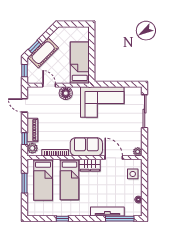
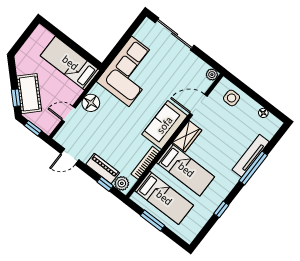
window: (120, 219) -> (253, 168), moved

